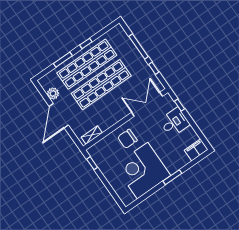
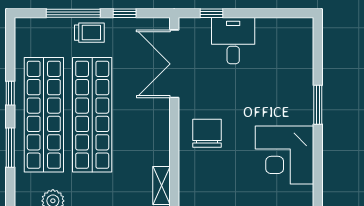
trolley: (135, 59) -> (89, 33), added
chair: (127, 139) -> (207, 133), turned 180
filing cabinet: (196, 150) -> (301, 37), removed
corner desk: (142, 171) -> (284, 155), width x0.74, depth x0.74

